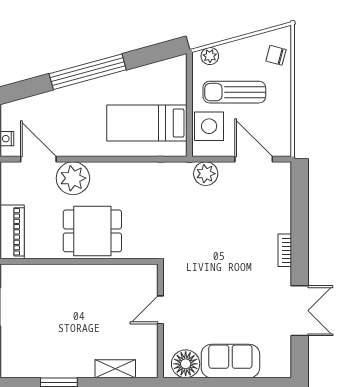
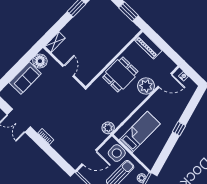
window: (88, 72) -> (179, 129), width x0.32
plant: (206, 174) -> (108, 128), moved
shelving: (115, 369) -> (55, 42), moved

